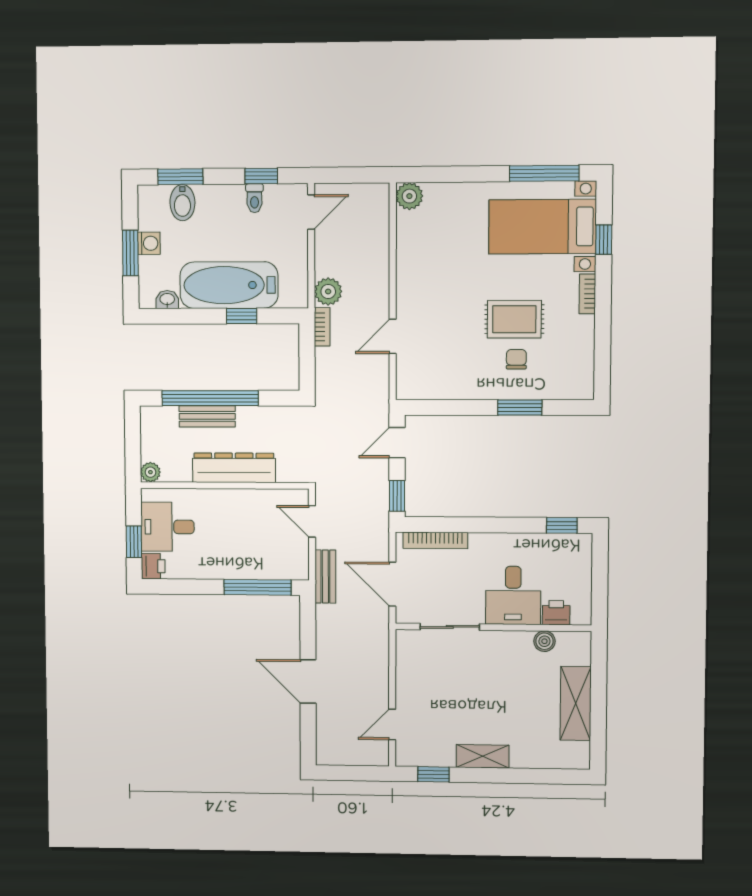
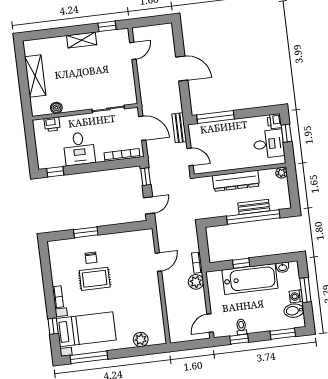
plant: (409, 196) -> (141, 340), moved
bidet: (182, 203) -> (294, 311), moved, turned -90
desk: (513, 595) -> (79, 149), moved, turned 180

